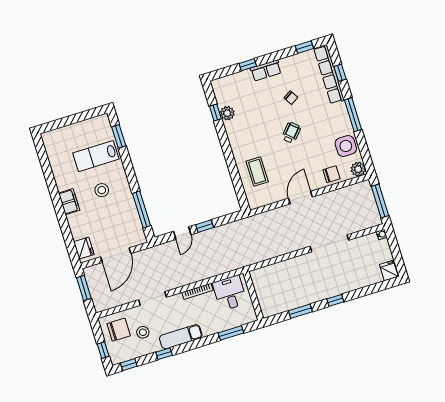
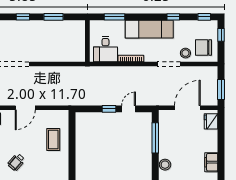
stool: (102, 190) -> (165, 165), moved
stool: (143, 332) -> (185, 53), moved
exam couch: (181, 337) -> (149, 29), width x1.36, depth x1.45

